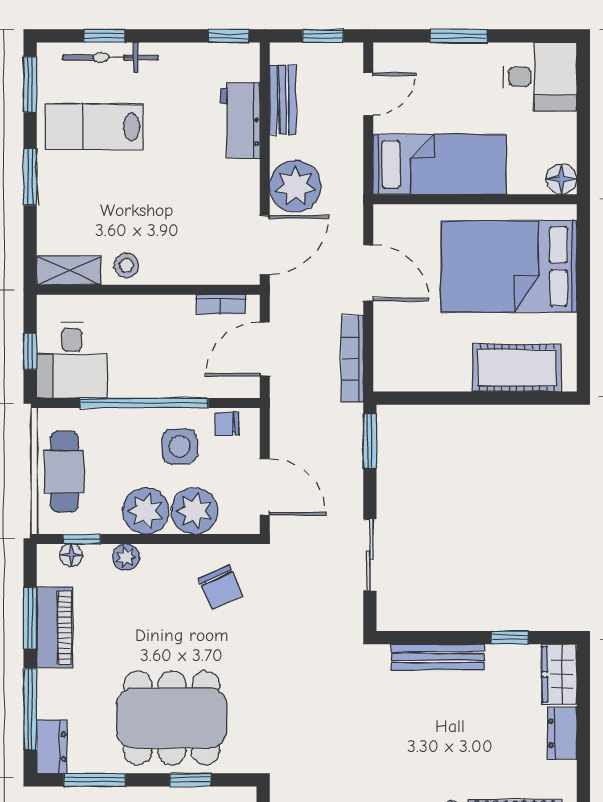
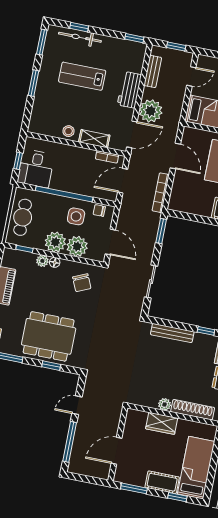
workbench: (240, 120) -> (129, 90), moved
lab bench: (94, 127) -> (82, 76), moved
shelving: (69, 270) -> (94, 139), moved
floor lamp: (71, 555) -> (55, 262), moved

